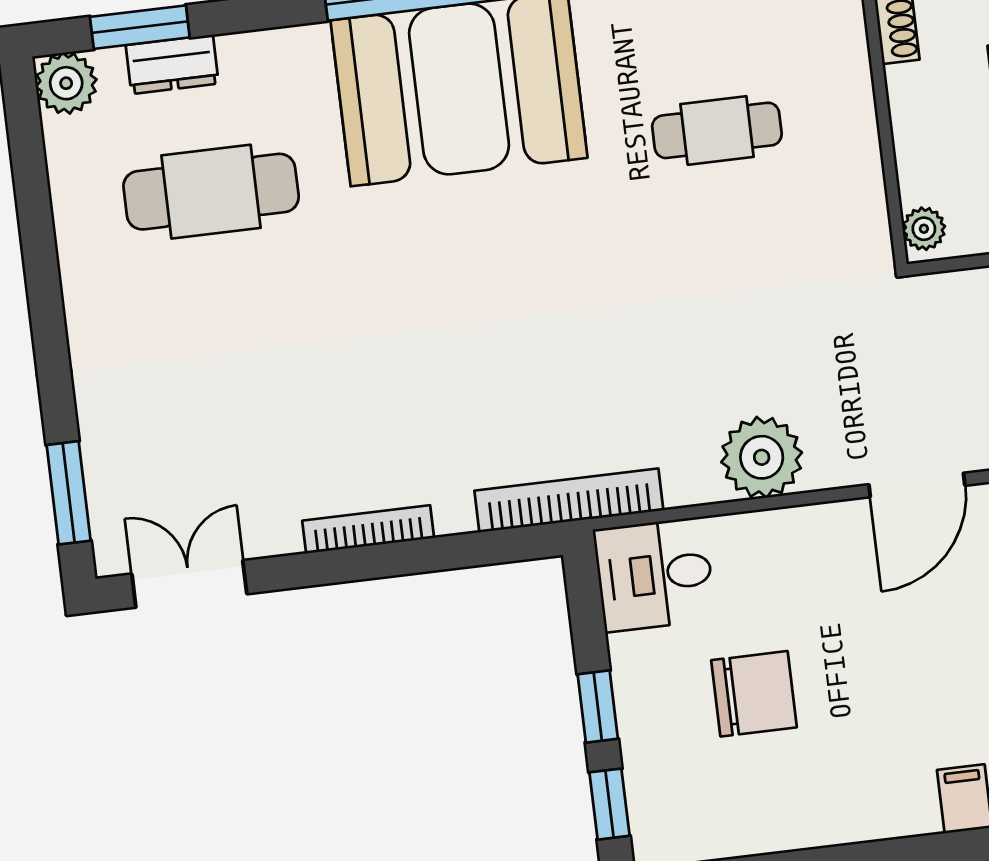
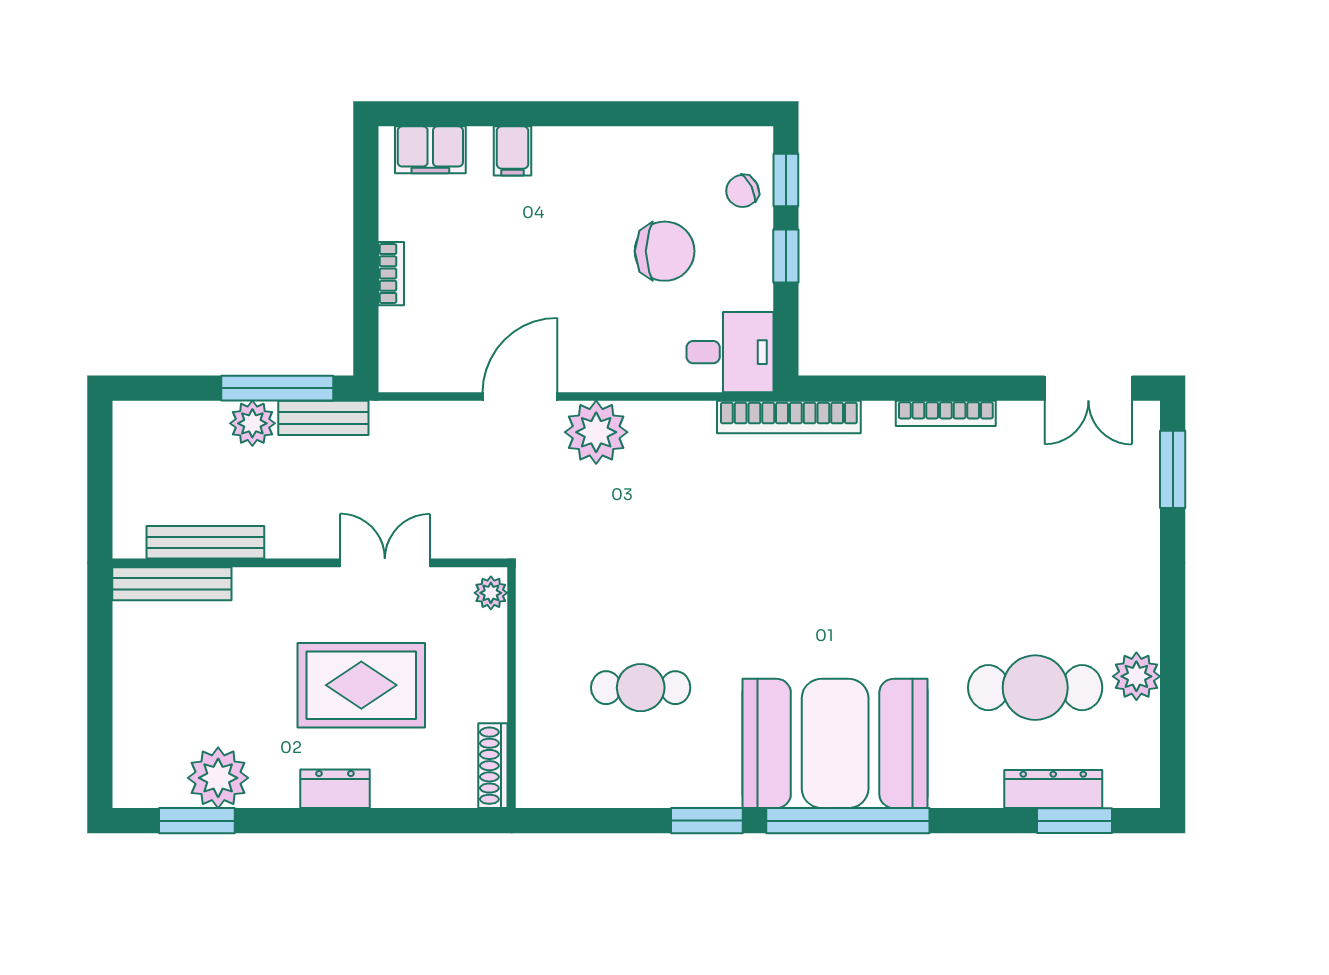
dresser: (172, 64) -> (1053, 789), width x1.44
plant: (66, 83) -> (1136, 676), moved
plant: (762, 457) -> (596, 432), moved
chair: (754, 694) -> (665, 251), turned 180
chair: (663, 783) -> (742, 191), added

